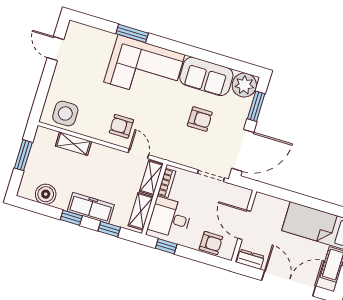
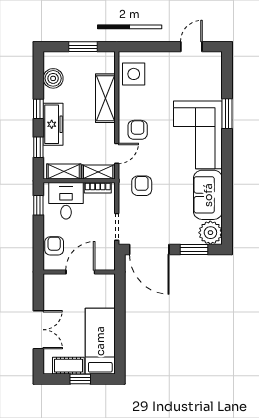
armchair: (200, 119) -> (142, 186), moved, turned 180
shelving: (73, 144) -> (105, 98), width x1.50, depth x1.33
armchair: (211, 243) -> (54, 246), turned 180
dresser: (250, 259) -> (50, 287), removed
double door: (289, 283) -> (38, 330), width x0.73

